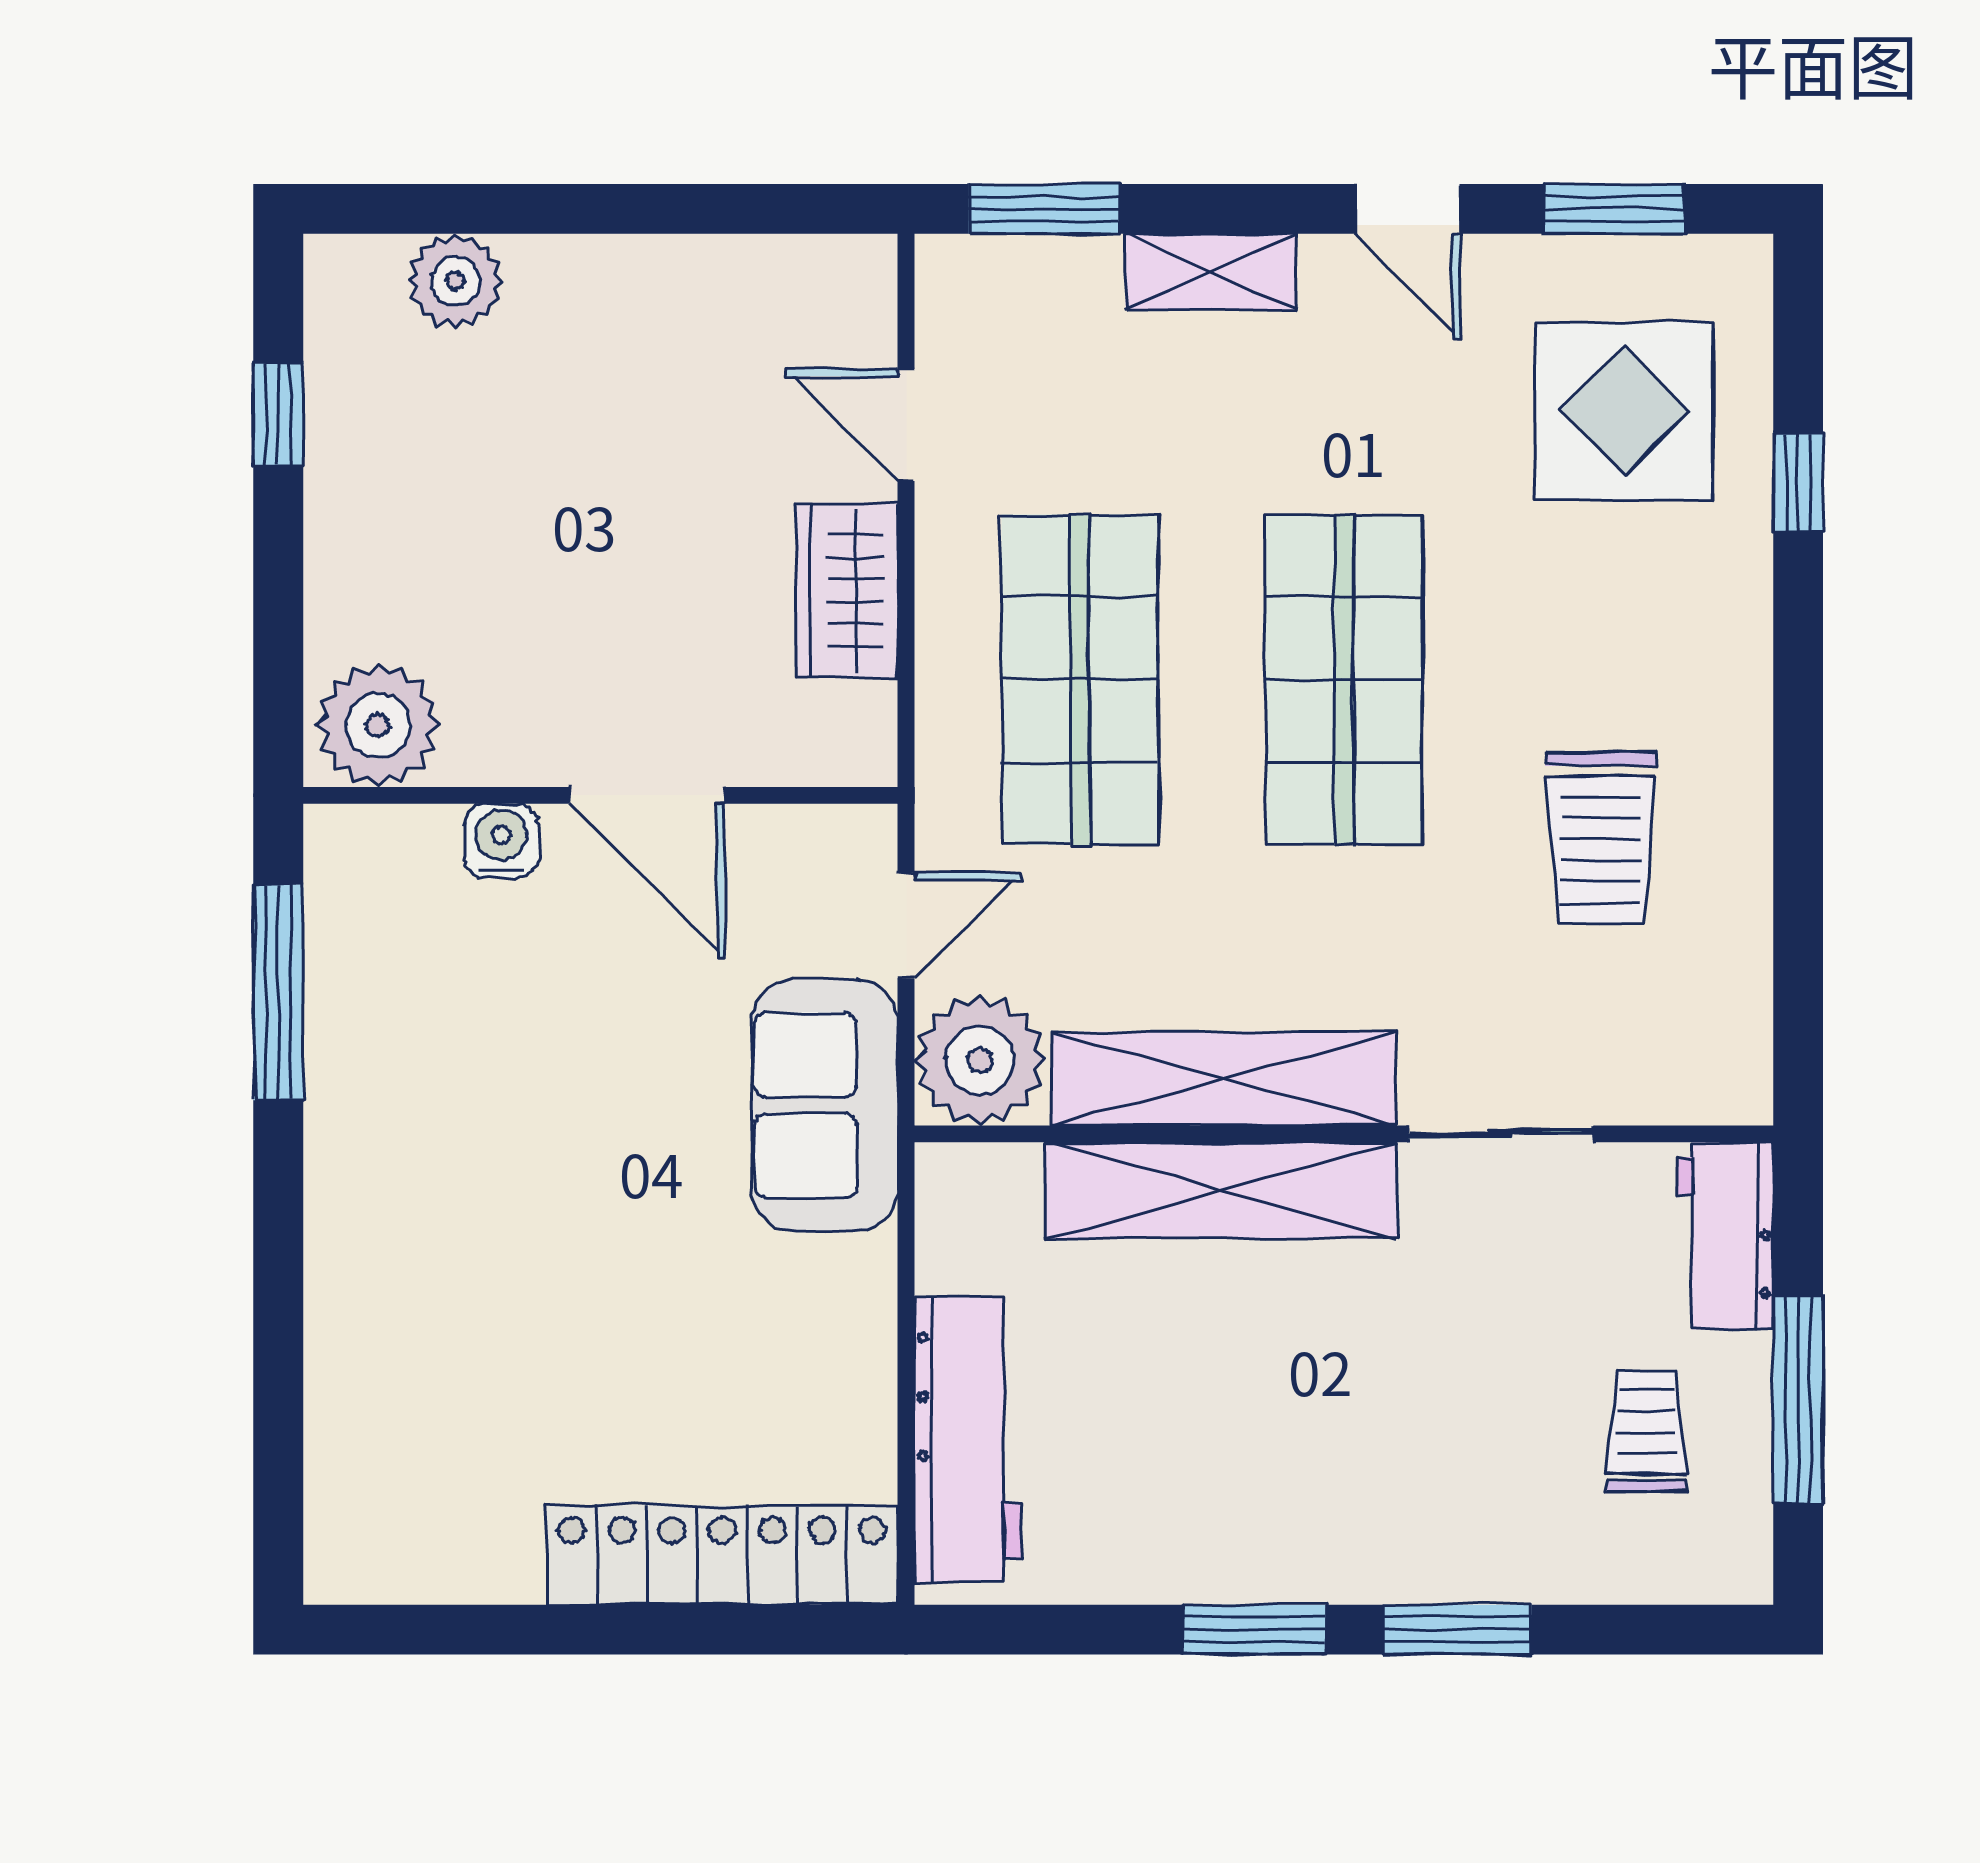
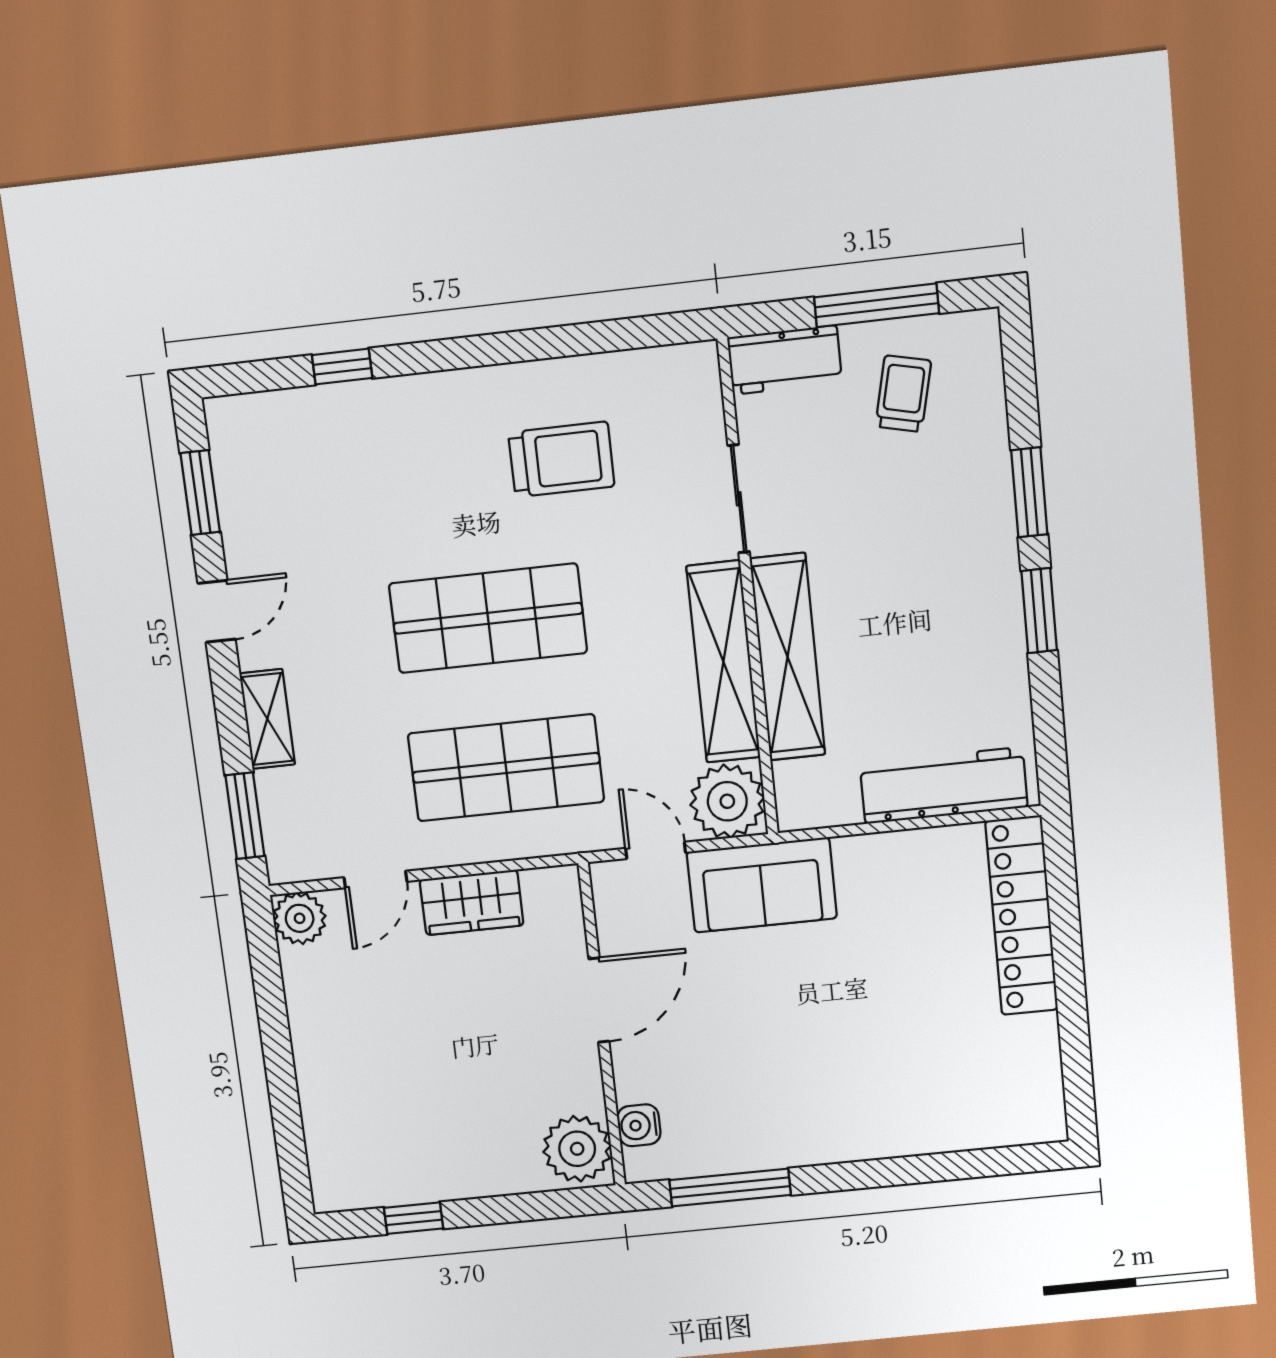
plant: (455, 281) -> (300, 918), moved
display table: (1624, 411) -> (314, 473), removed
water cooler: (501, 841) -> (639, 1125), moved
trolley: (1647, 1431) -> (903, 394), turned 103

